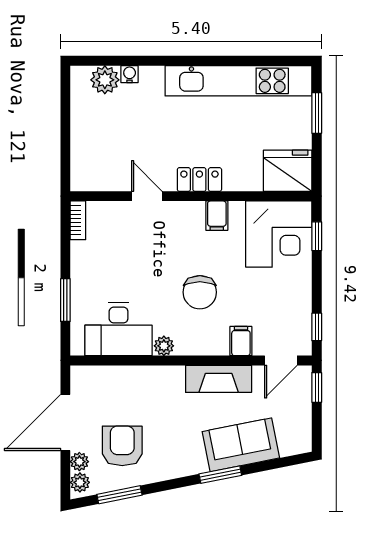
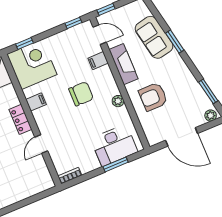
desk: (119, 329) -> (114, 145), moved, turned 90
armchair: (122, 446) -> (153, 97), moved
plant: (79, 462) -> (199, 120), removed

